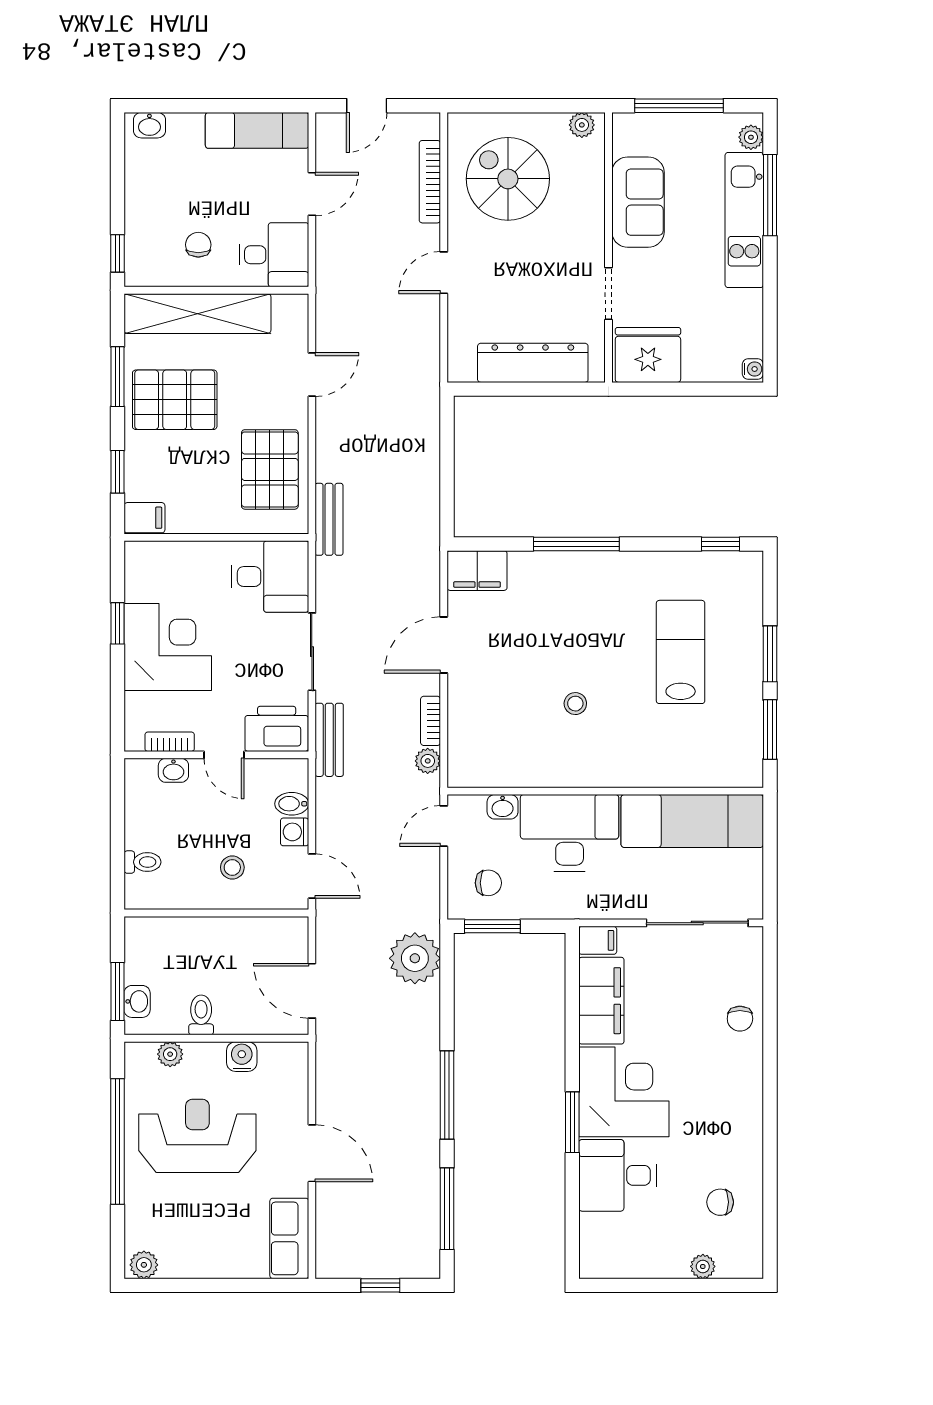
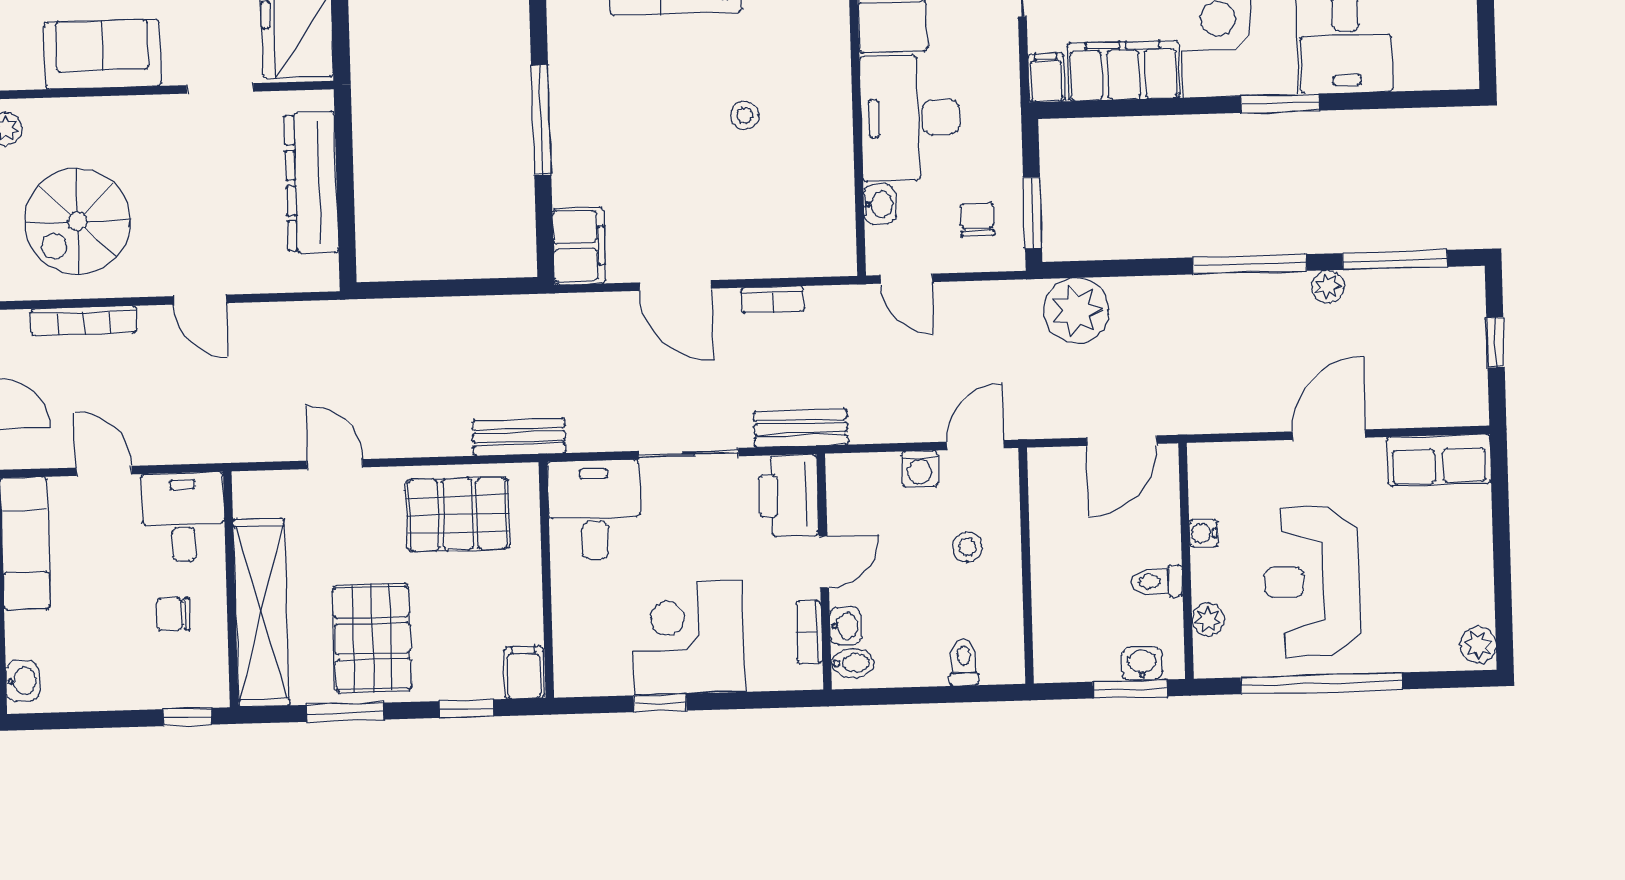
plant: (428, 761) -> (1328, 287), moved
bidet: (292, 804) -> (853, 663), moved, turned -90
water cooler: (242, 1057) -> (1203, 533), width x0.72, depth x0.72

